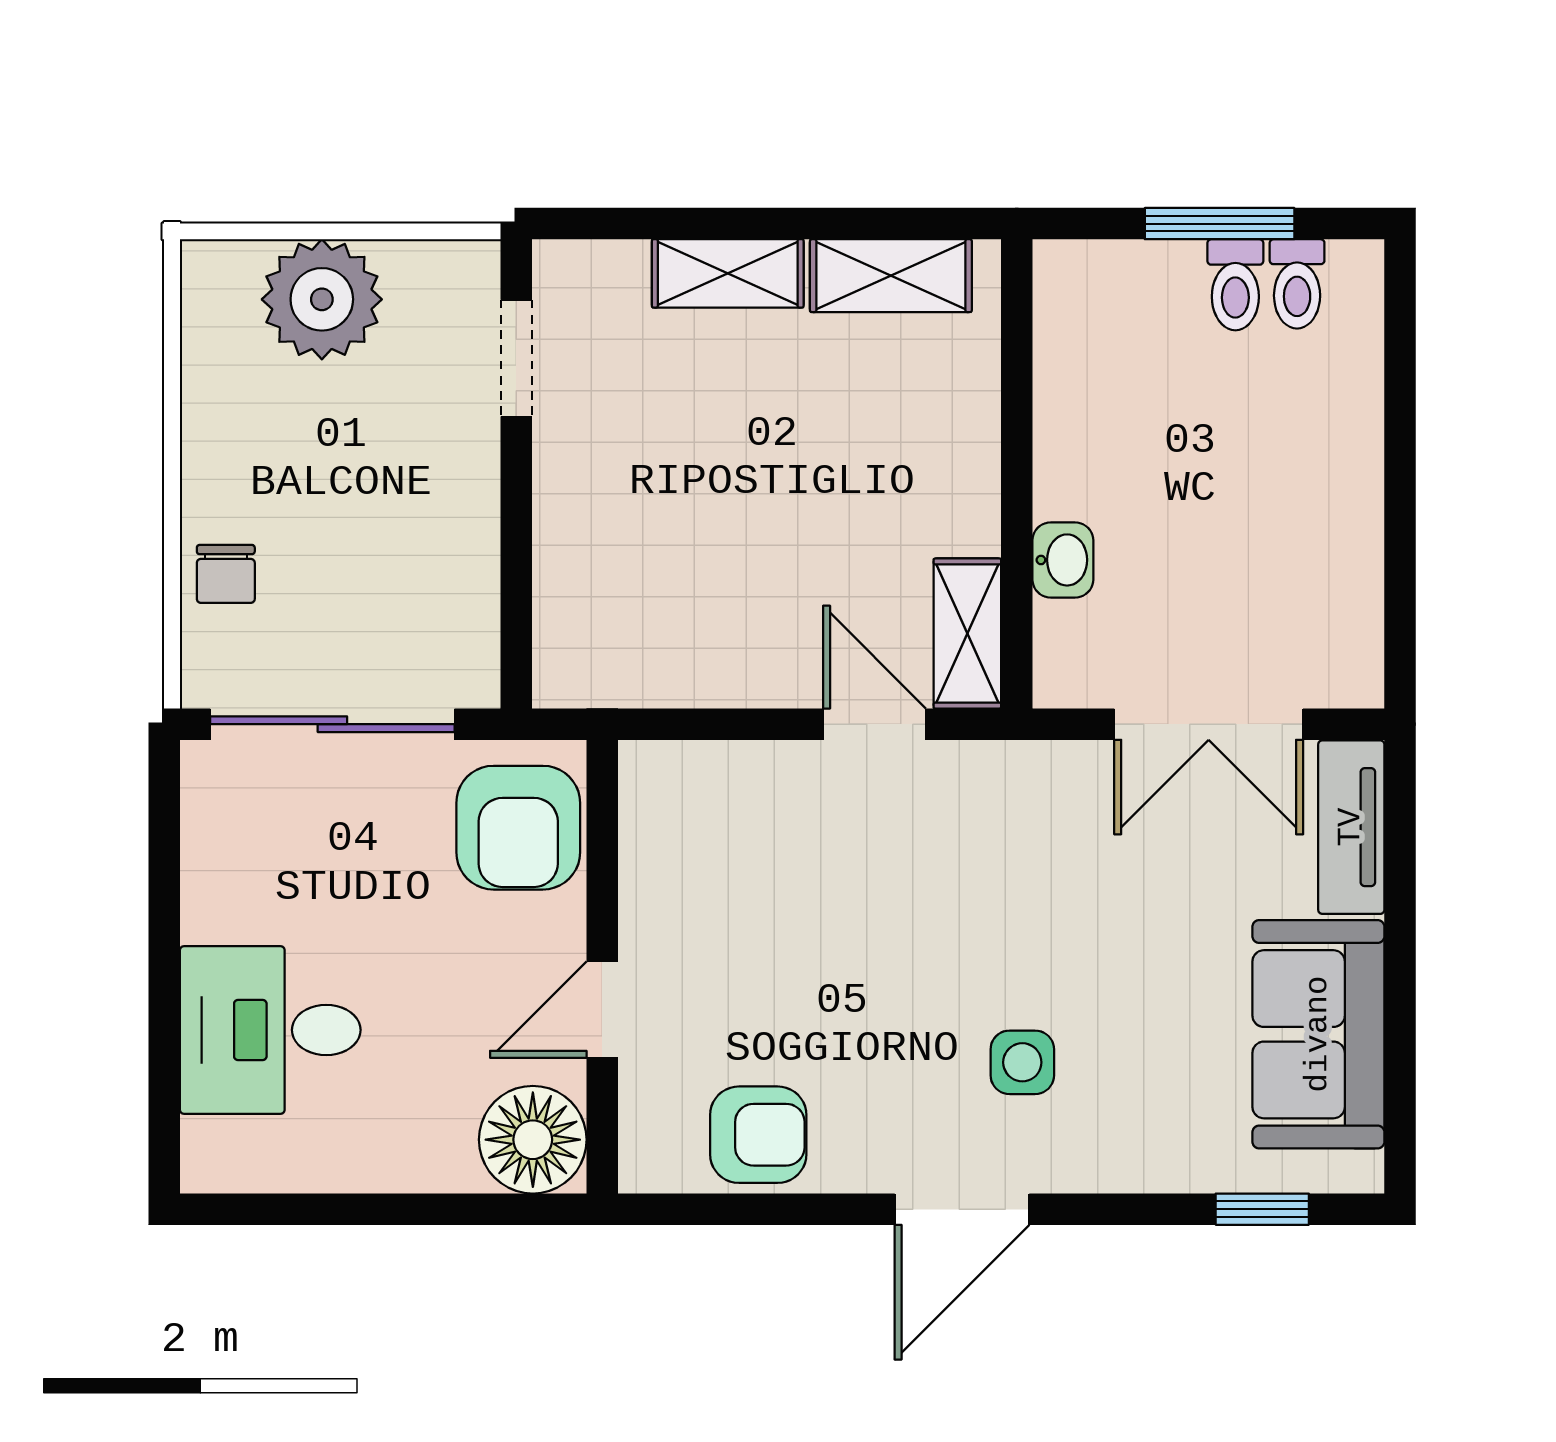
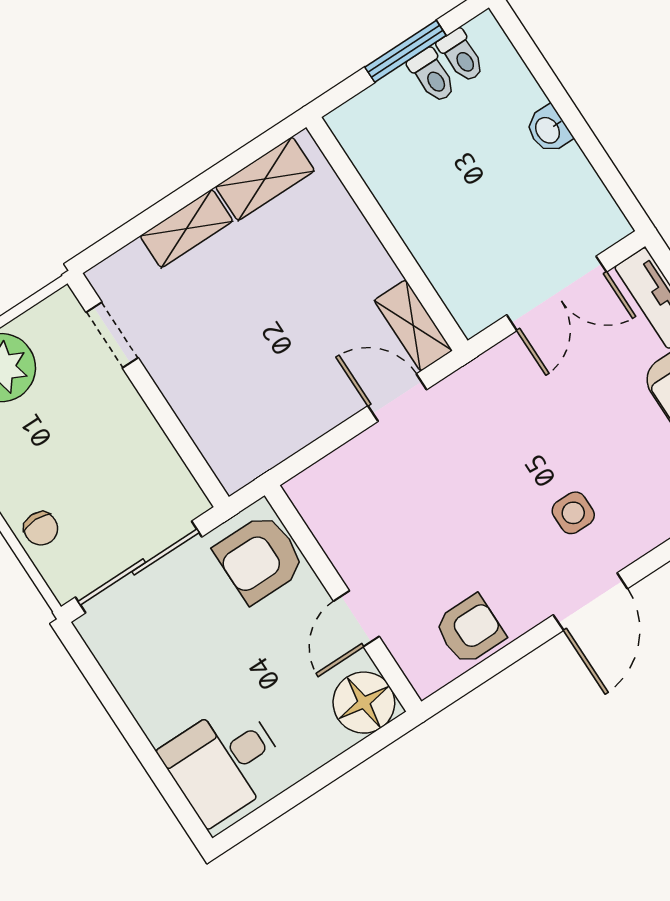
washbasin: (1063, 560) -> (548, 130), moved, turned 180
armchair: (518, 828) -> (260, 558), turned 90
desk: (270, 1030) -> (224, 763), moved

